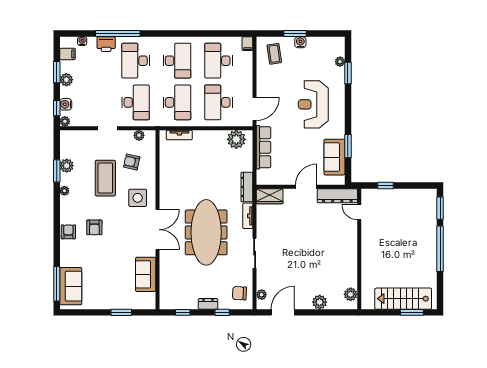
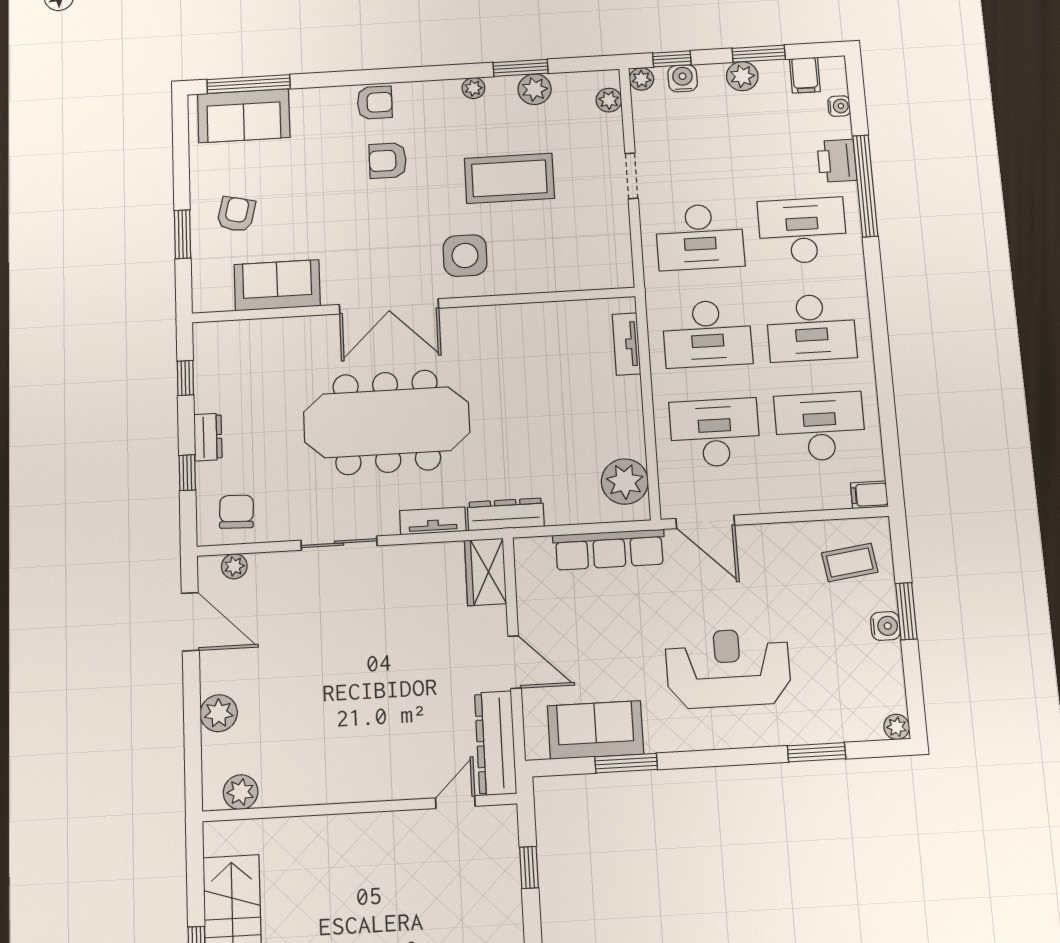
plant: (340, 62) -> (897, 727), moved
plant: (139, 135) -> (609, 100), moved
armchair: (132, 162) -> (236, 214), moved

